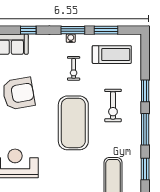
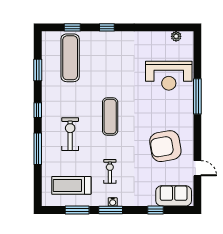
window: (145, 91) -> (38, 149), width x1.44
exercise mat: (73, 123) -> (110, 116), width x0.50, depth x0.69
window: (145, 129) -> (38, 110), width x0.46

